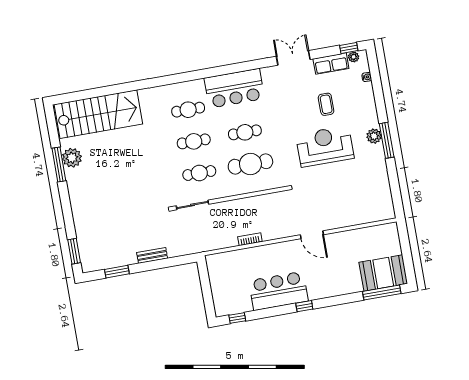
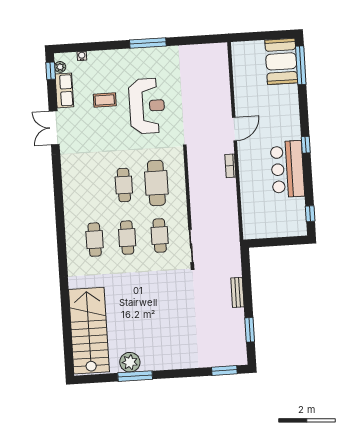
bar counter: (234, 88) -> (78, 191), removed
plant: (374, 136) -> (142, 55), removed
reception desk: (325, 146) -> (147, 106), turned 180
bookcase: (250, 239) -> (230, 166), moved

